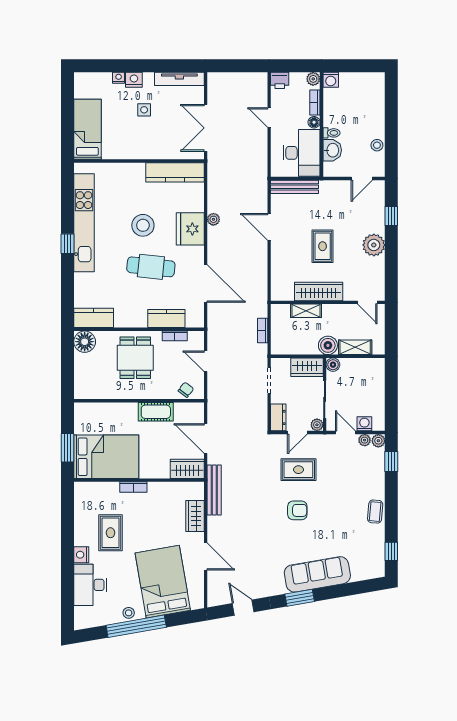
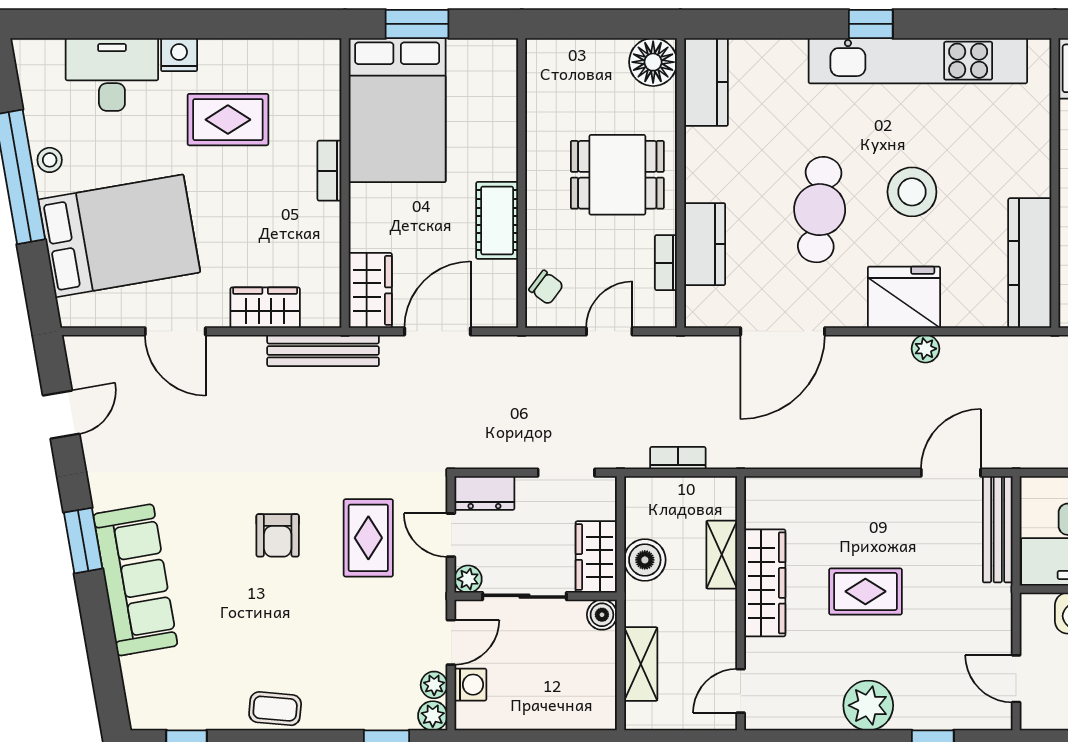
door: (269, 227) -> (951, 473), moved
boiler: (328, 345) -> (645, 560), moved
door: (206, 556) -> (175, 331), hinge flipped

